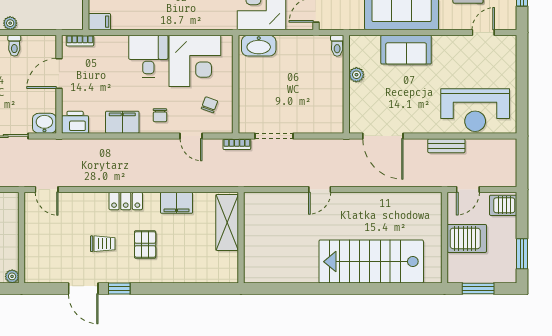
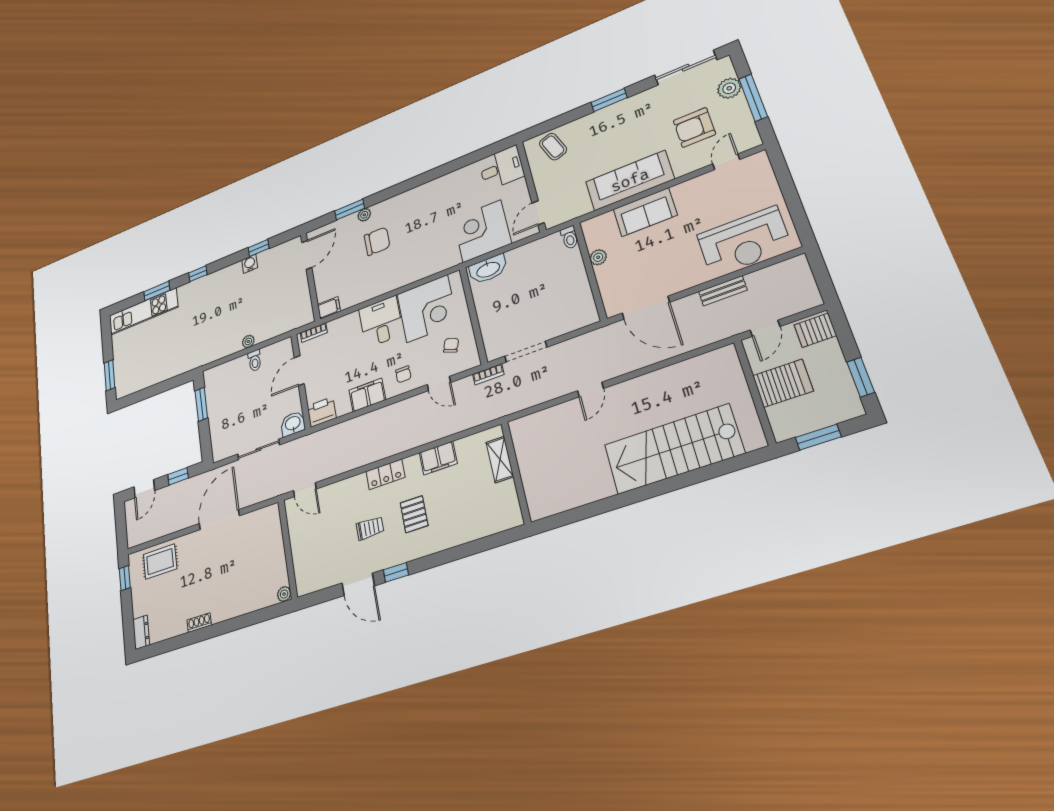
shelving: (227, 222) -> (500, 459), width x0.67, depth x0.75

